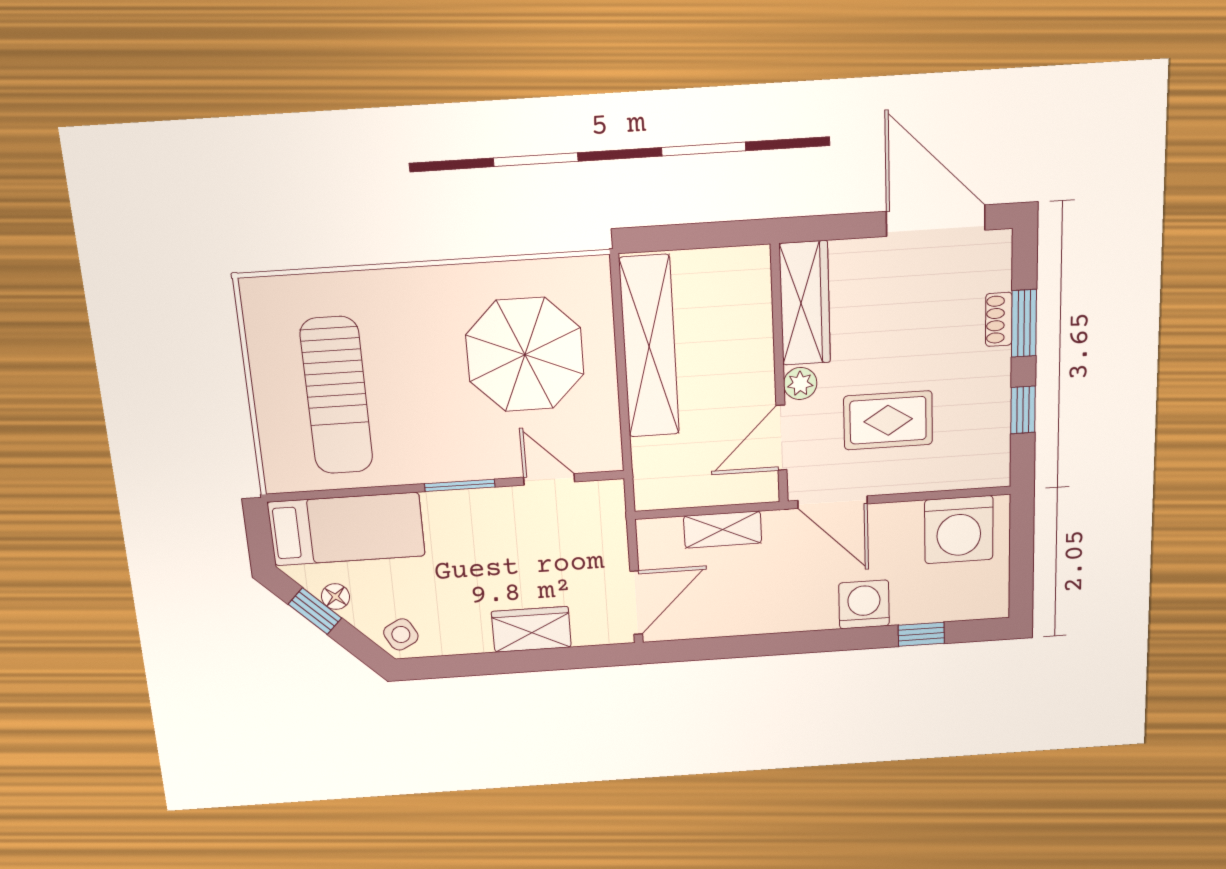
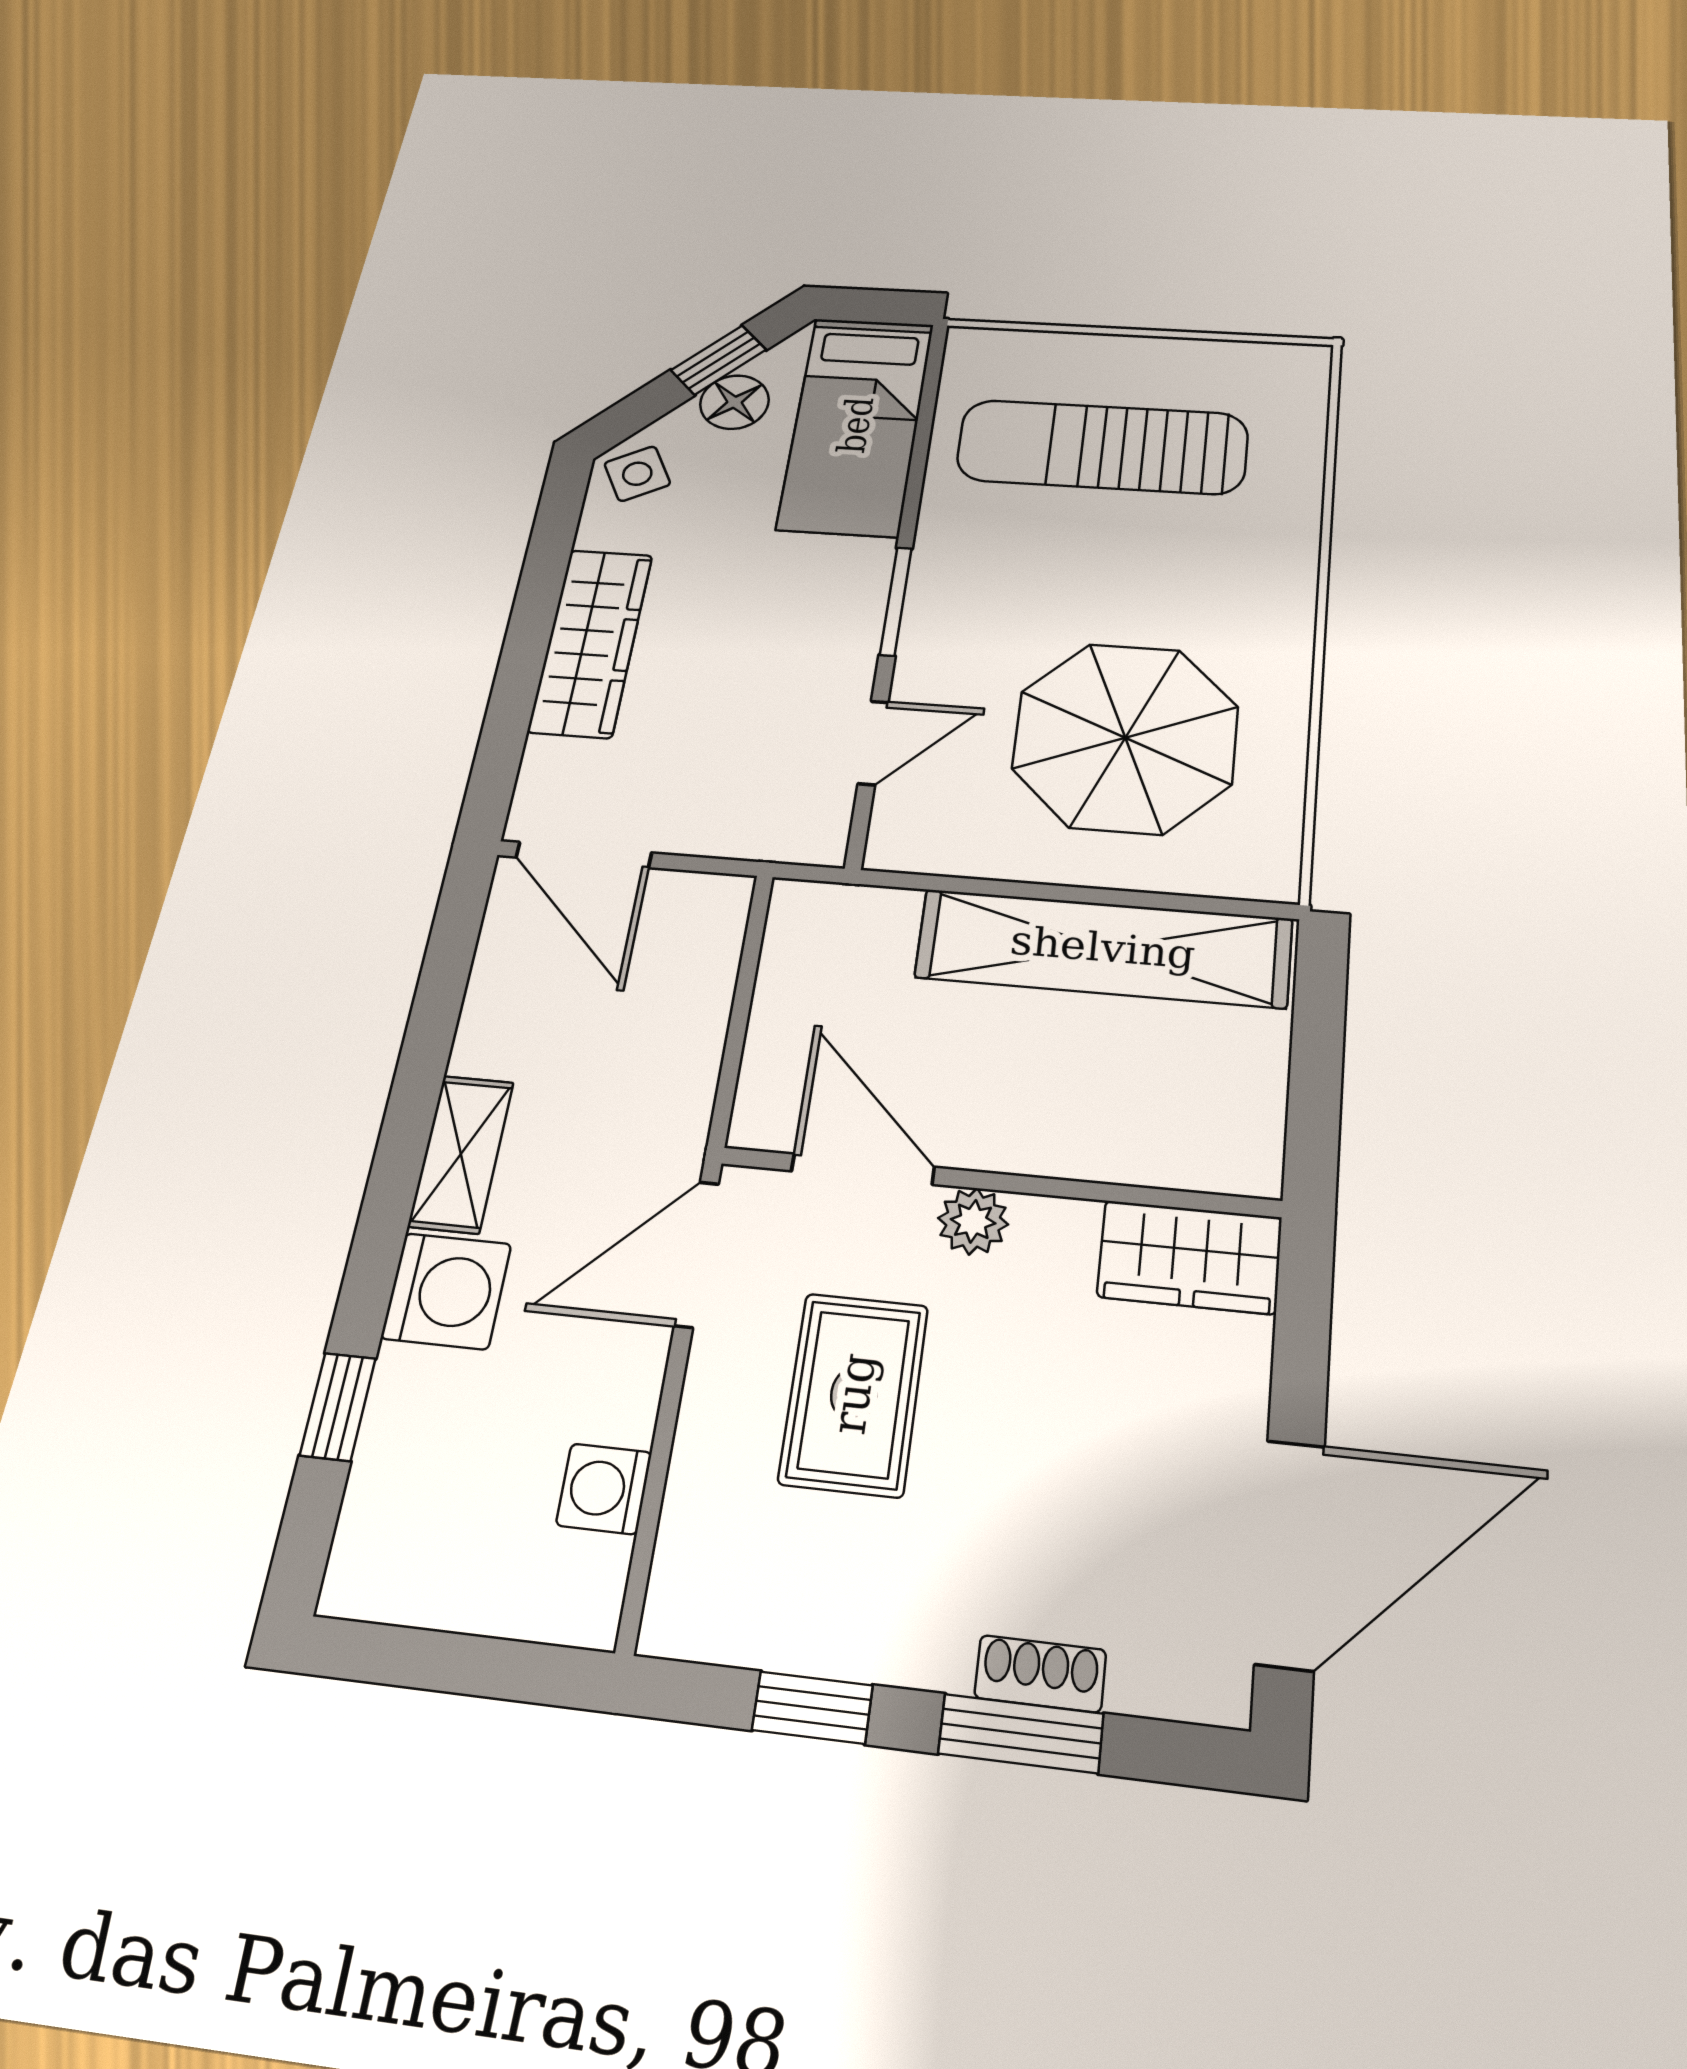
wardrobe: (805, 303) -> (1190, 1257), width x0.67
shelving: (723, 530) -> (461, 1154), moved
washing machine: (959, 530) -> (604, 1489), width x0.53, depth x0.53
floor lamp: (336, 597) -> (734, 402), width x1.37, depth x1.37
wardrobe: (531, 629) -> (591, 643), width x1.50

